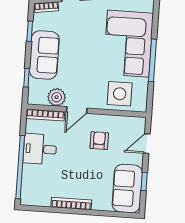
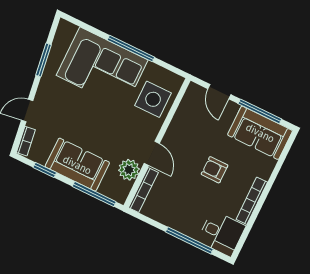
window: (26, 78) -> (94, 194), width x2.17
armchair: (99, 141) -> (215, 170), moved
desk: (40, 149) -> (221, 233), moved, turned -90
window: (20, 167) -> (189, 241), width x0.68
window: (144, 181) -> (260, 111), width x2.17

